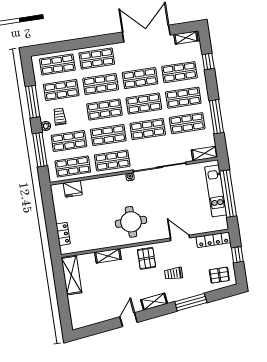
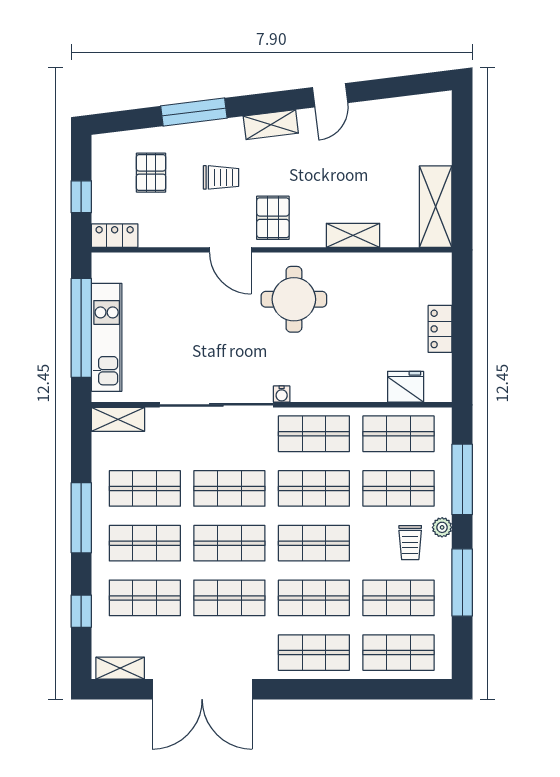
window: (216, 117) -> (81, 518), moved
locker: (63, 234) -> (440, 329), moved
door: (180, 238) -> (230, 250), moved
locker: (213, 240) -> (115, 236), width x0.66
pallet: (219, 275) -> (151, 173), moved, turned 90

